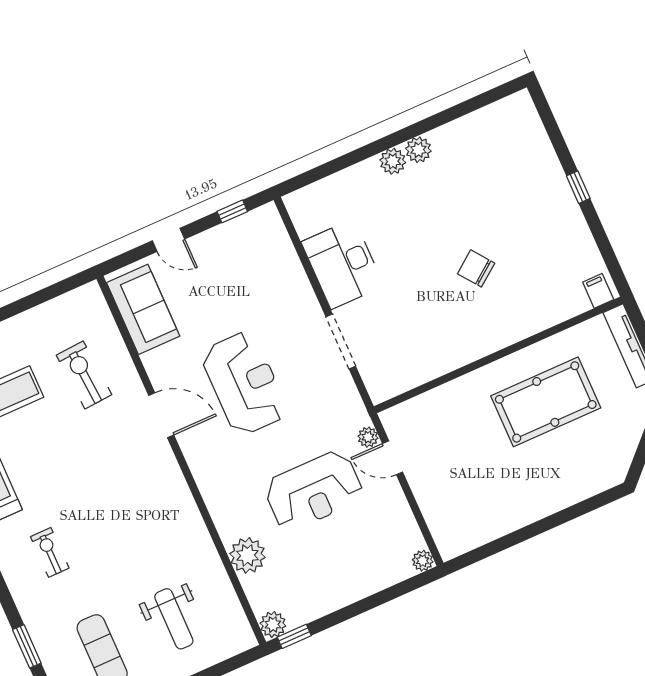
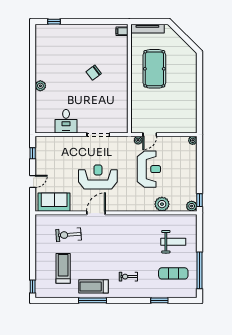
plant: (418, 150) -> (40, 74), removed
window: (578, 187) -> (54, 22), moved
desk: (342, 264) -> (66, 121), width x0.73

